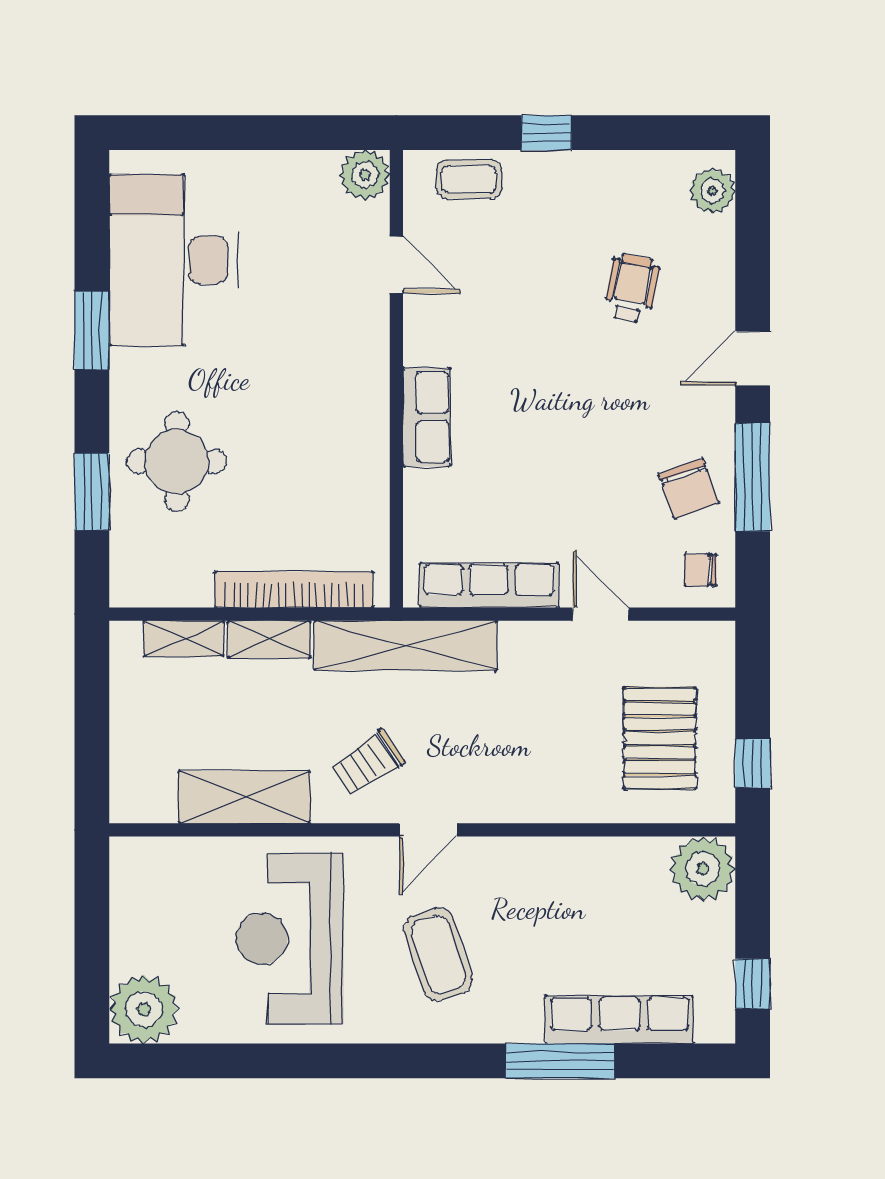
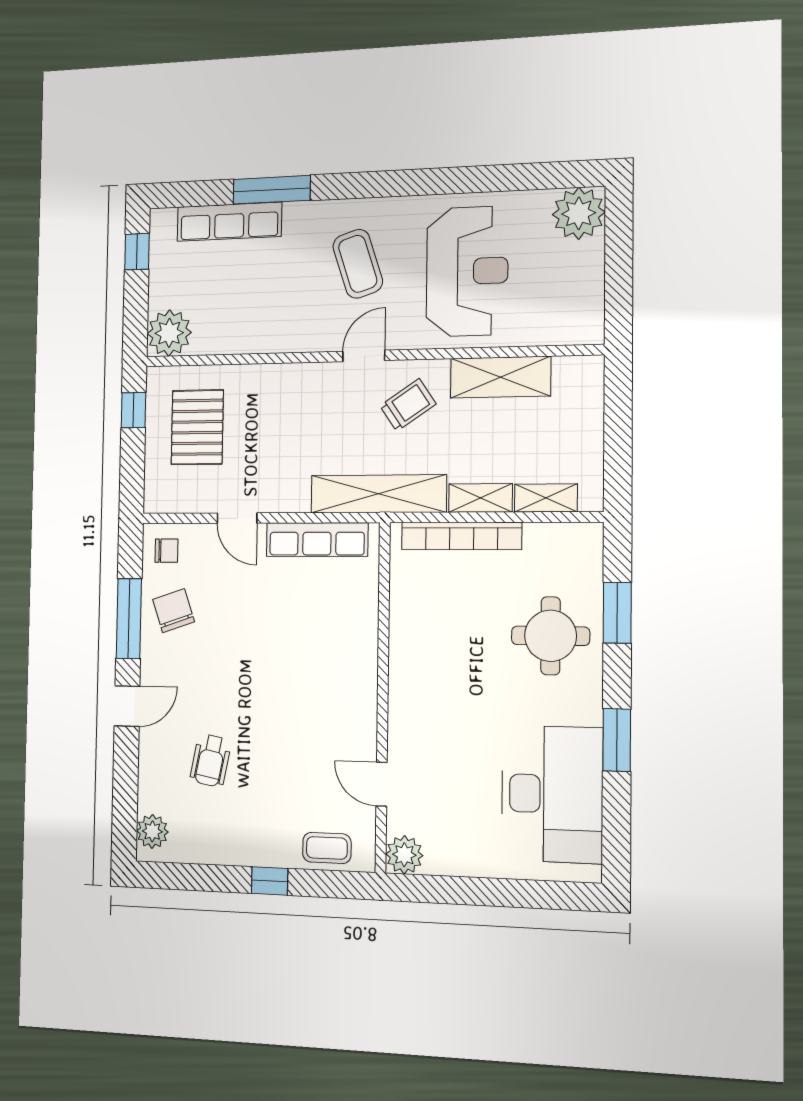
row of seats: (427, 417) -> (361, 667), removed

